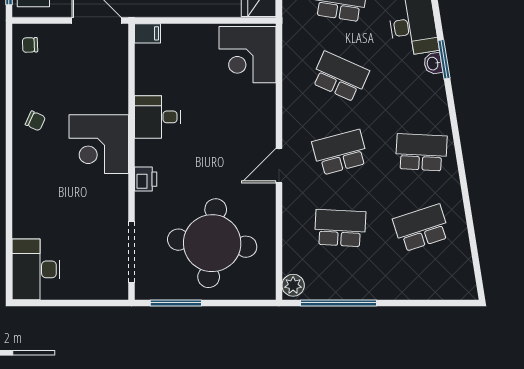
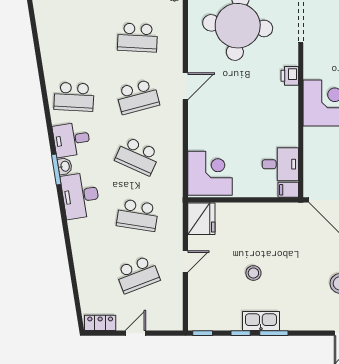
desk: (424, 98) -> (72, 139), added
desk: (158, 117) -> (280, 164), moved
school desk: (421, 228) -> (74, 38), removed

